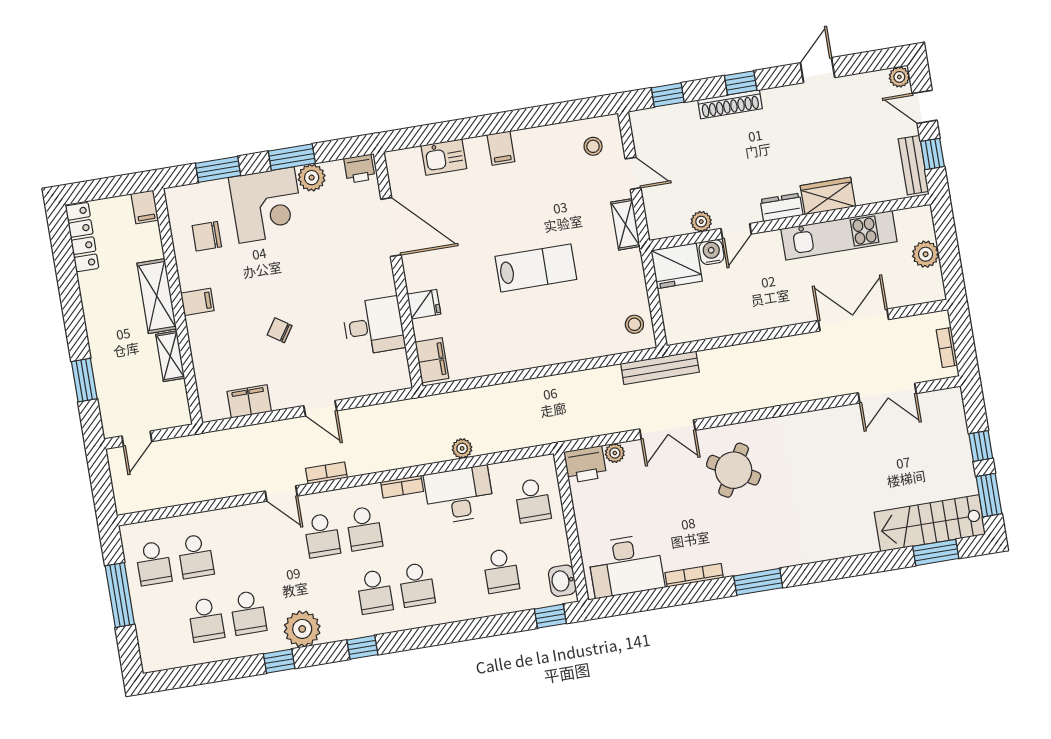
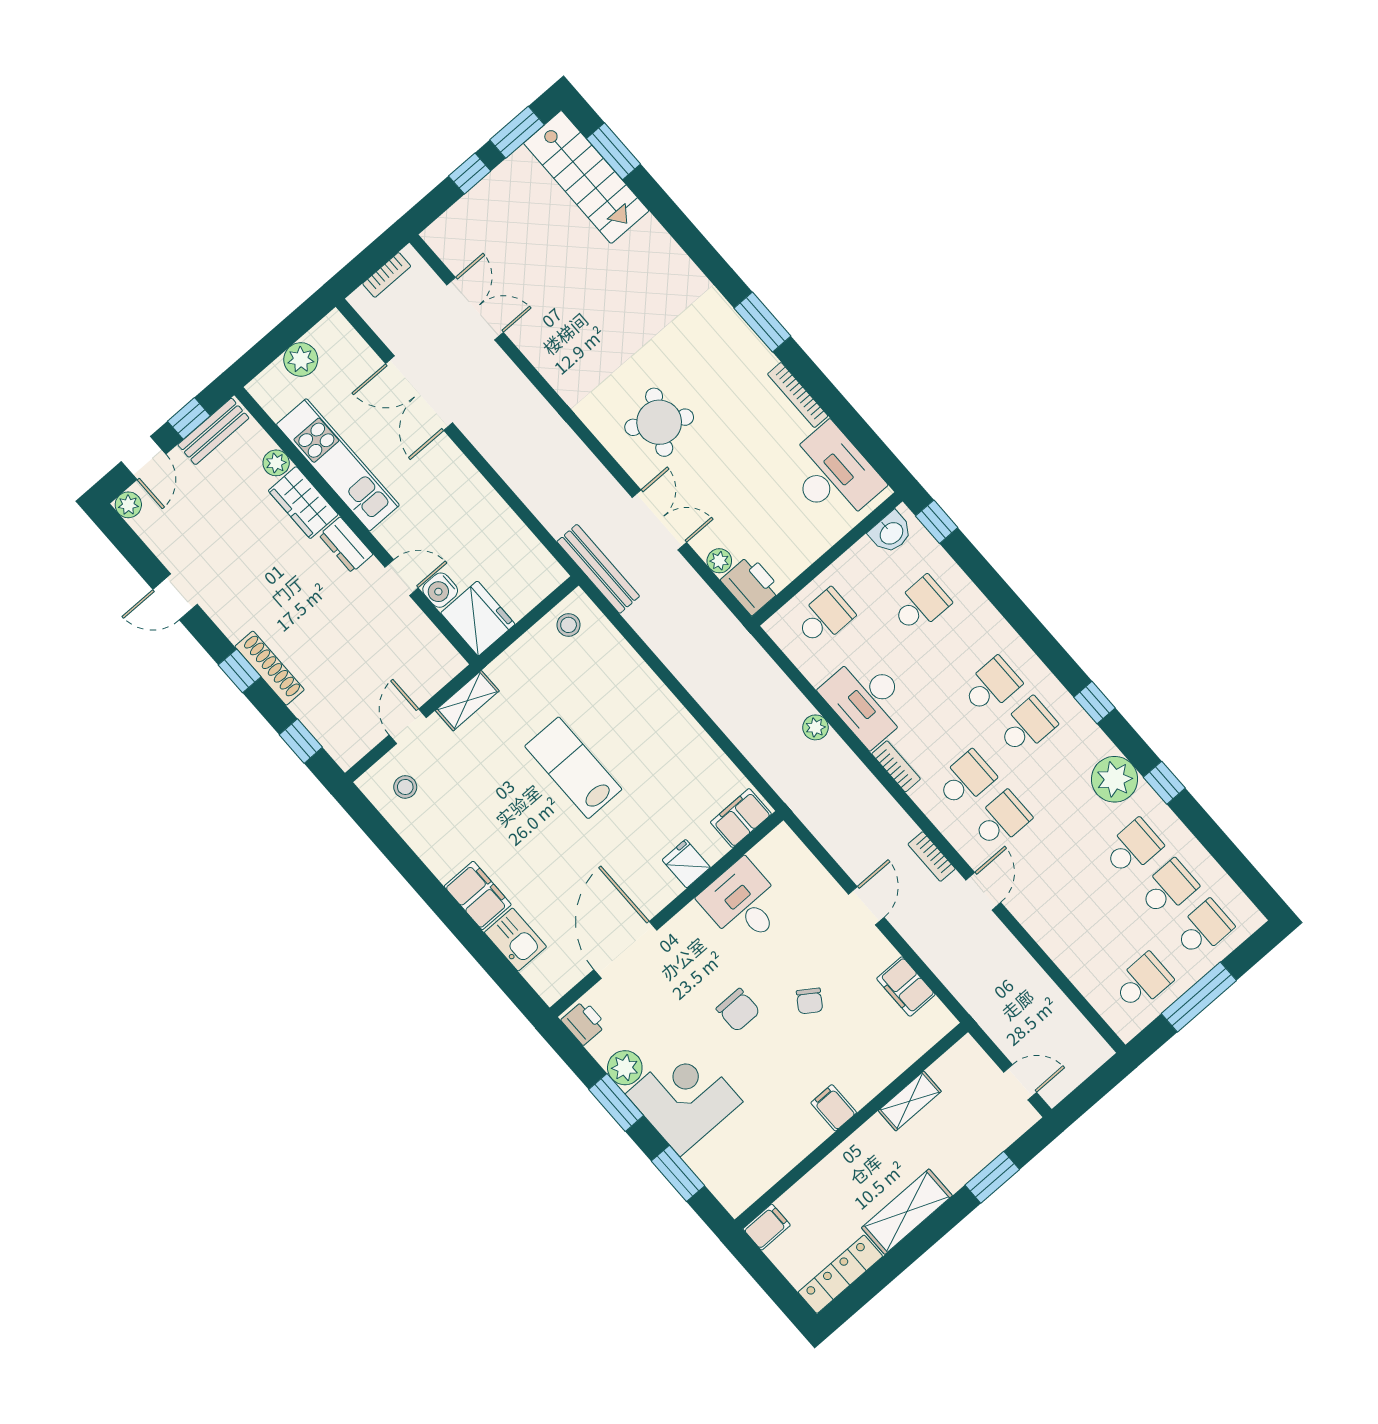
filing cabinet: (501, 148) -> (478, 895), width x2.00
plant: (701, 222) -> (276, 463), moved
chair: (207, 236) -> (738, 1010), moved
shelving: (157, 296) -> (907, 1212), moved
school desk: (196, 556) -> (1204, 929), moved

